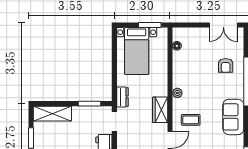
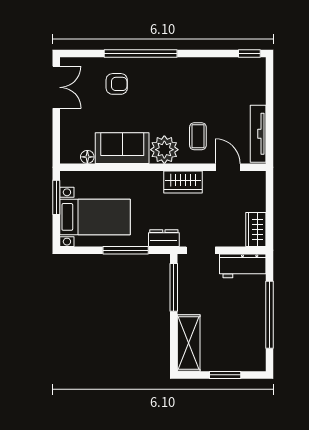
window: (114, 71) -> (126, 250), added
plant: (177, 93) -> (164, 150), width x1.88, depth x1.88
window: (90, 104) -> (174, 287), width x1.44
sofa: (233, 117) -> (122, 148), moved, turned 180

